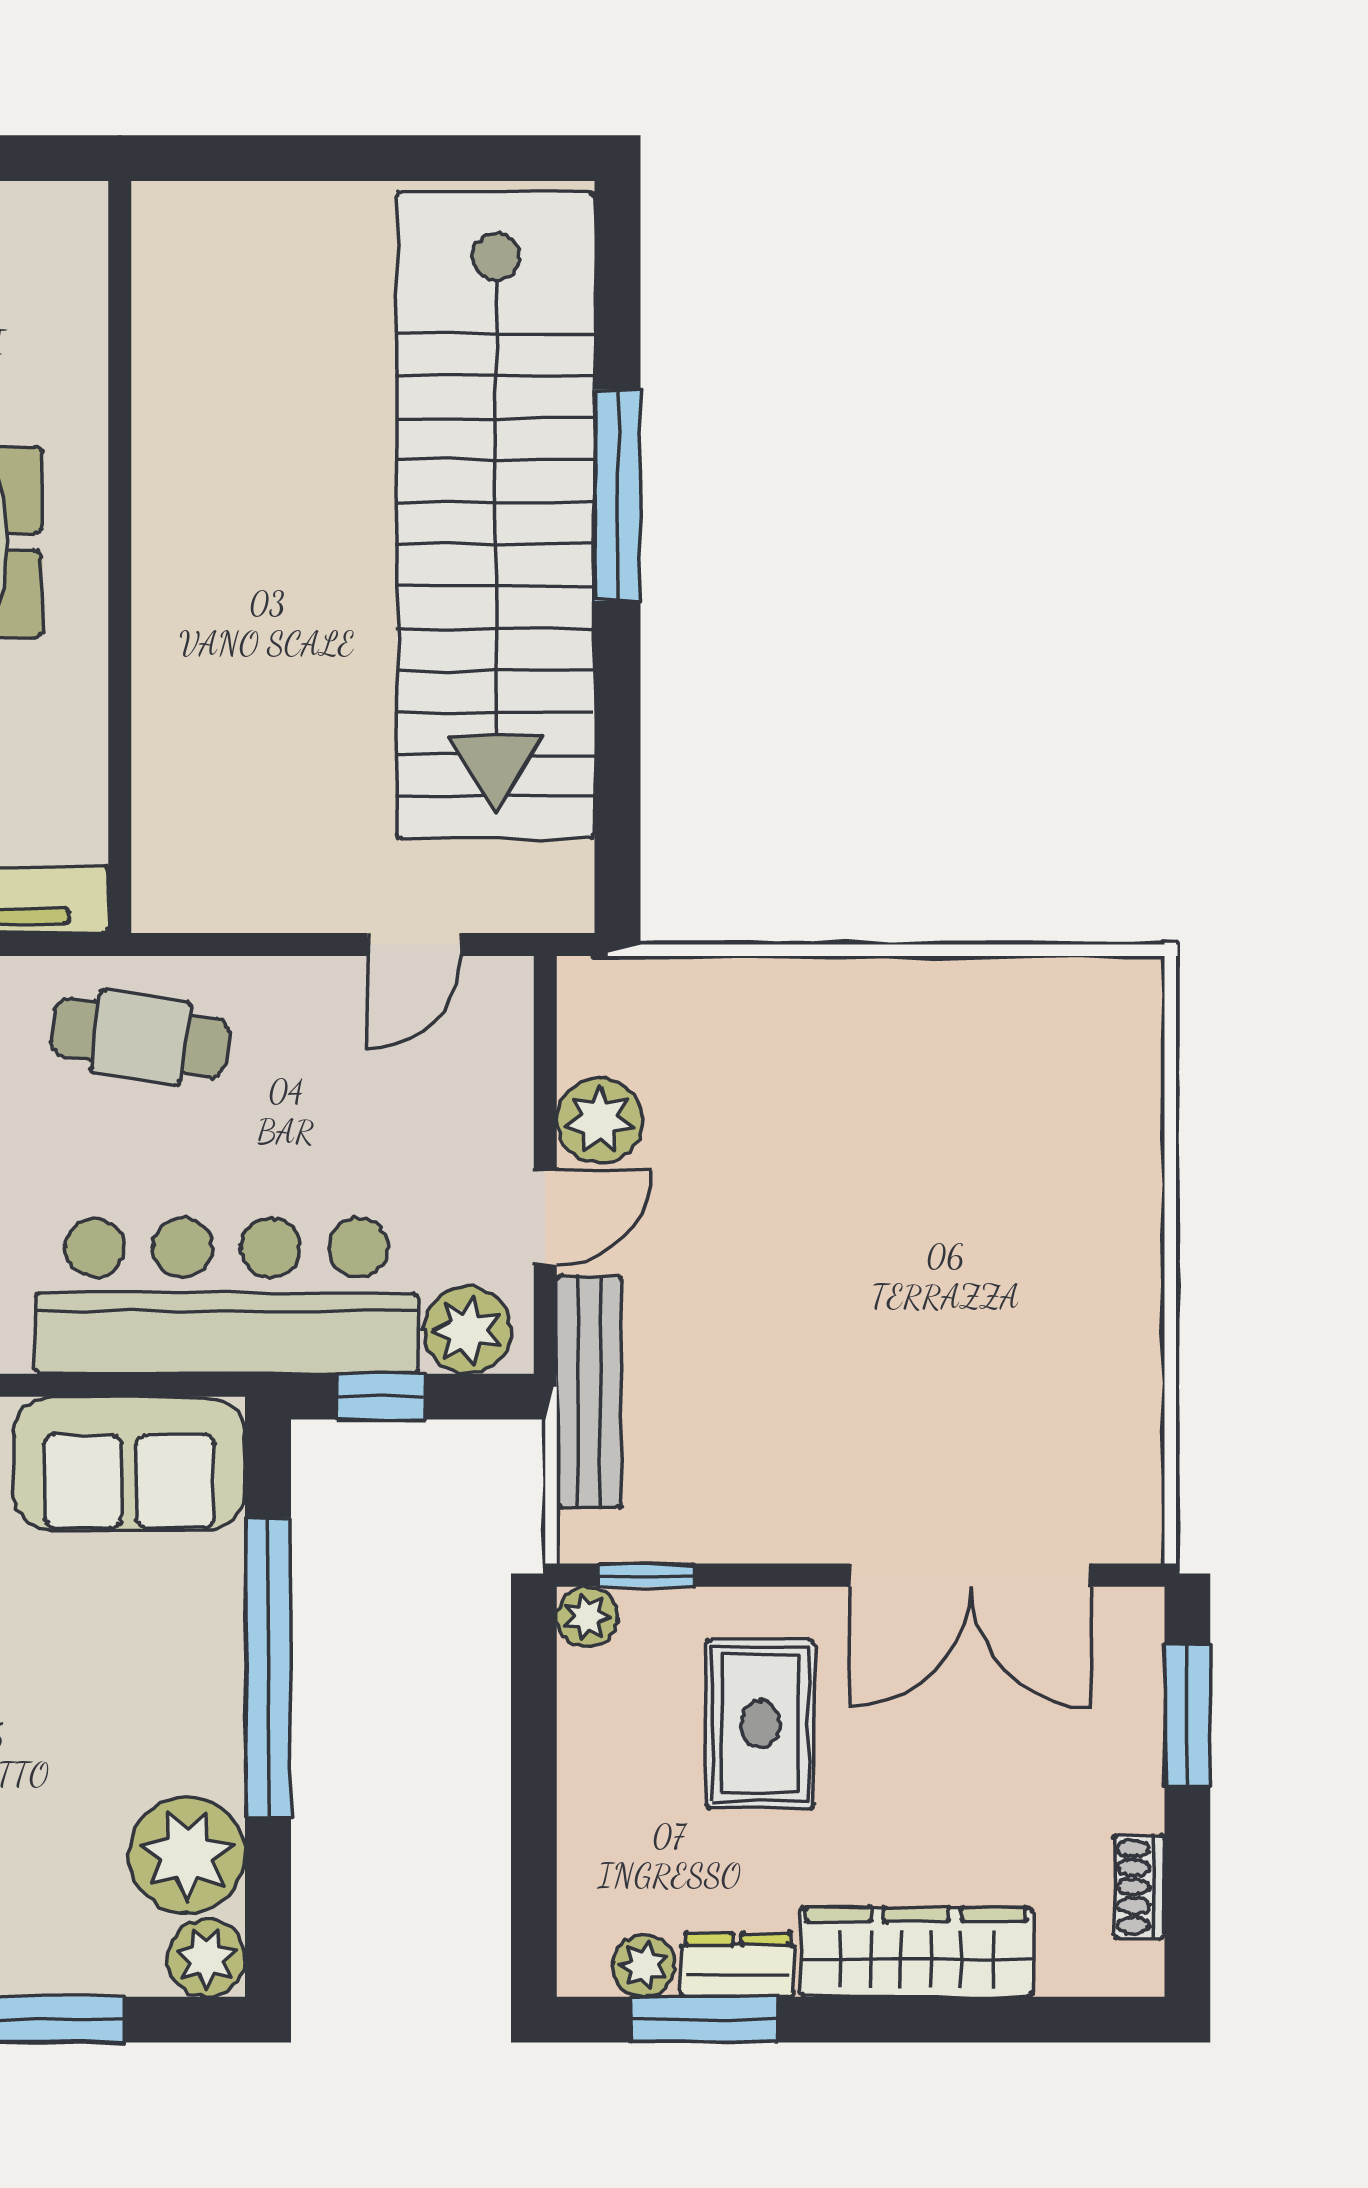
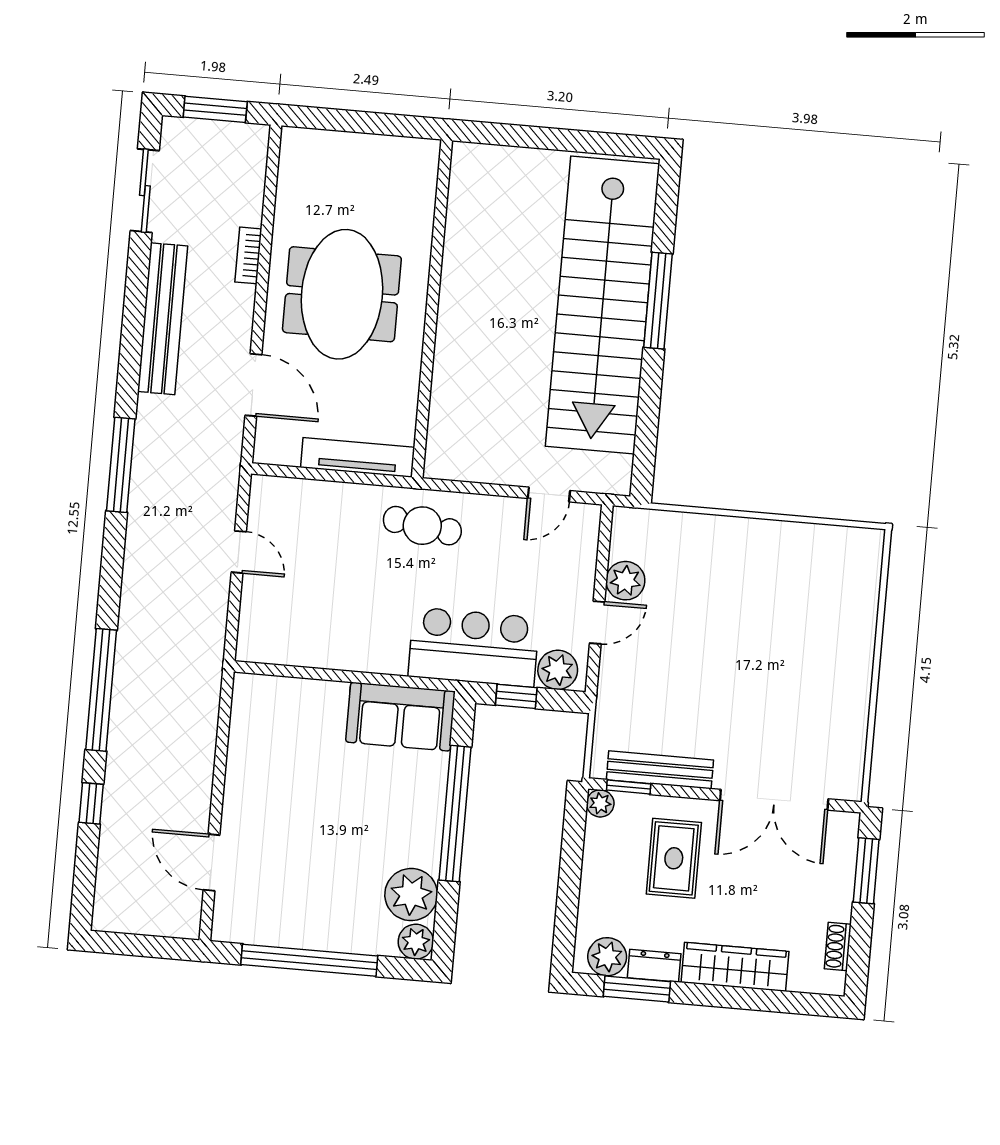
bar counter: (226, 1296) -> (474, 647), width x0.73
bench: (589, 1392) -> (660, 770), moved, turned 90
plant: (644, 1966) -> (607, 957), width x1.38, depth x1.38

